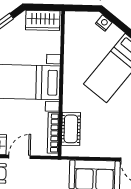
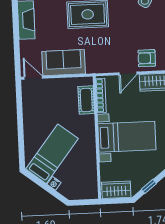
nightstand: (104, 23) -> (54, 183), moved

